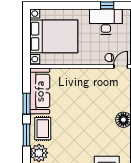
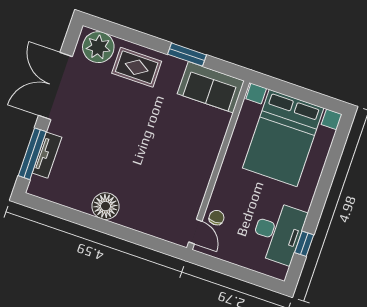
sofa: (40, 91) -> (211, 87), width x0.73
window: (27, 135) -> (135, 37), removed

